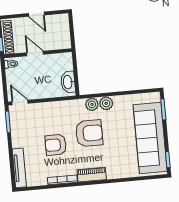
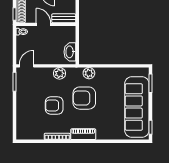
bench: (58, 44) -> (64, 18), added
door: (20, 103) -> (27, 66), hinge flipped
plant: (106, 103) -> (60, 73), moved
armchair: (89, 133) -> (84, 98), turned 180
tv unit: (19, 168) -> (21, 123), removed

